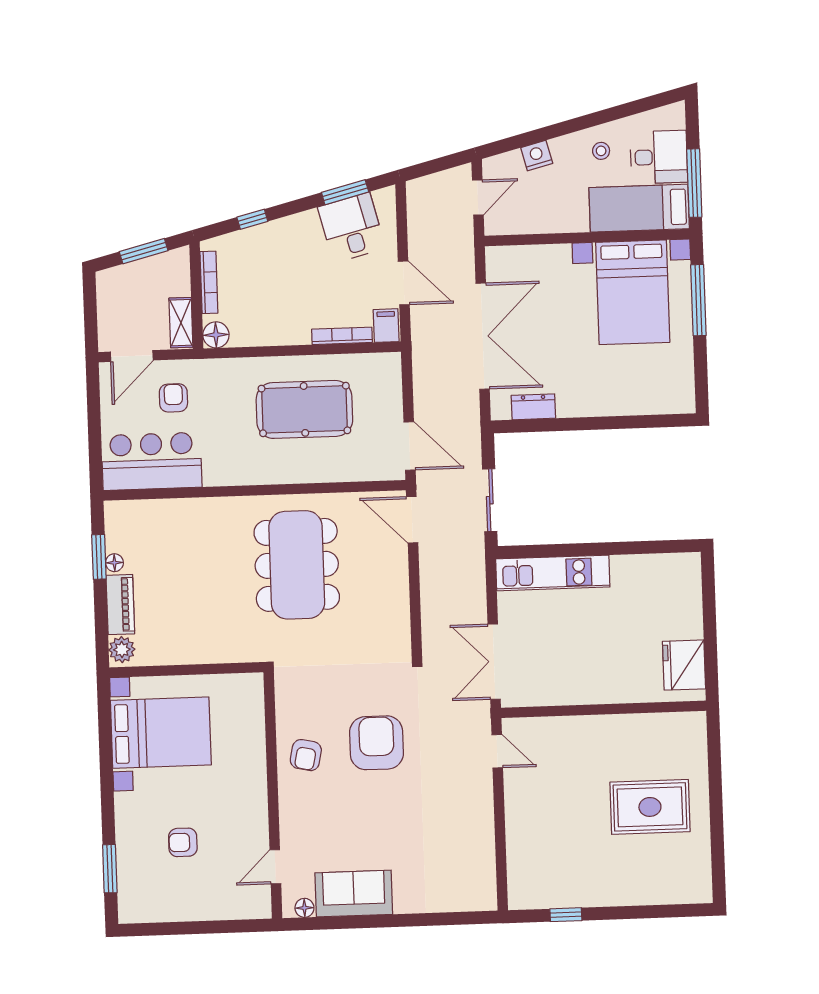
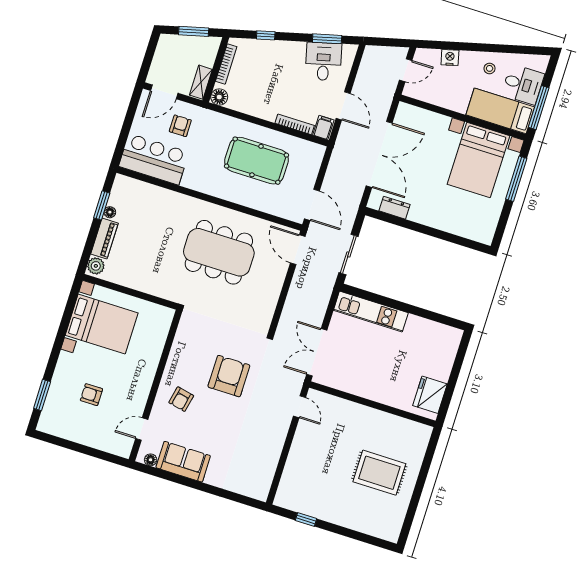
dining table: (297, 565) -> (219, 252), turned 90
armchair: (306, 755) -> (181, 399), moved

